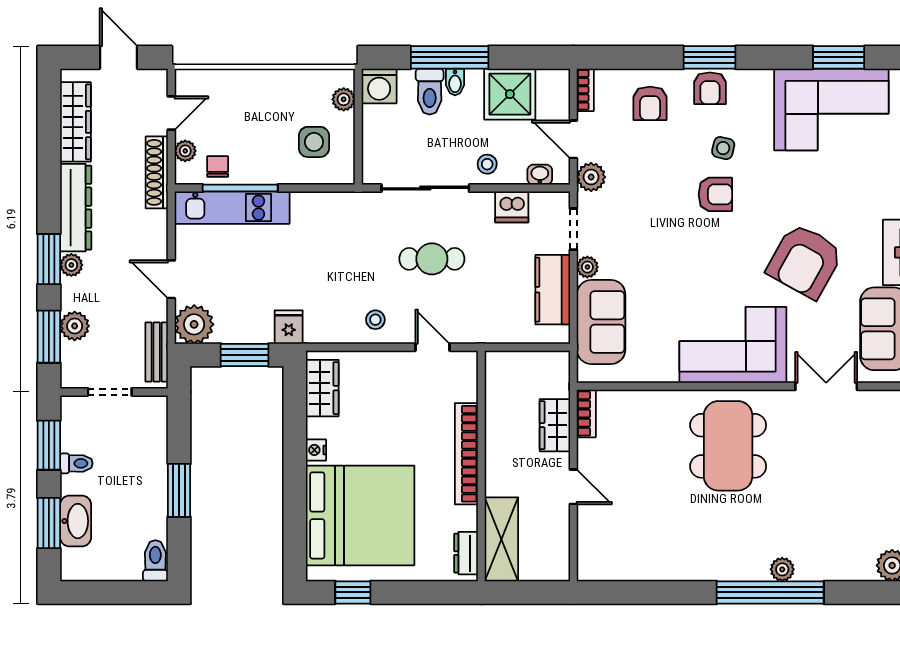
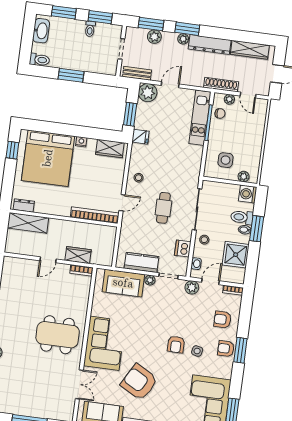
window: (450, 57) -> (257, 229), width x0.69
bookcase: (466, 454) -> (95, 215), moved
washbasin: (76, 521) -> (41, 31), moved, turned -90

